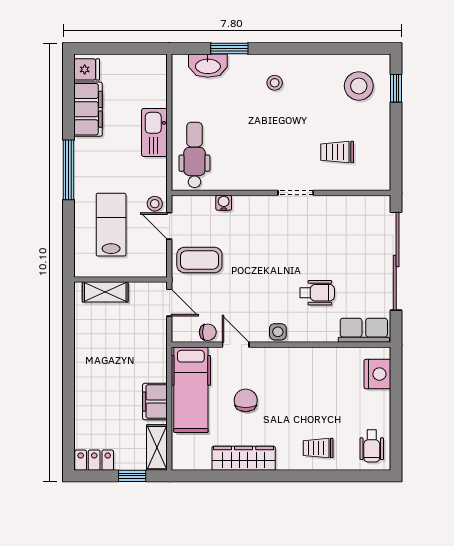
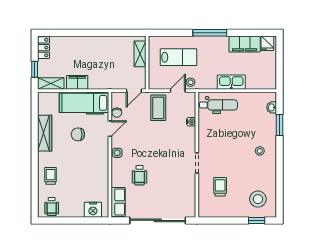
washbasin: (208, 66) -> (272, 107), width x0.52, depth x0.69
chair: (246, 400) -> (78, 134), turned 180
wheelchair: (372, 446) -> (52, 206), turned -90

